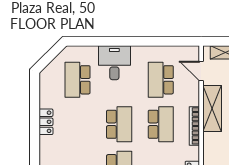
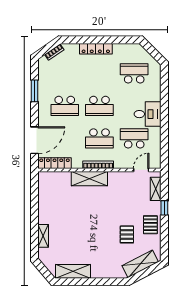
desk: (114, 63) -> (148, 114), moved
shelving: (212, 109) -> (89, 179), moved
locker: (46, 122) -> (96, 49), width x1.53

